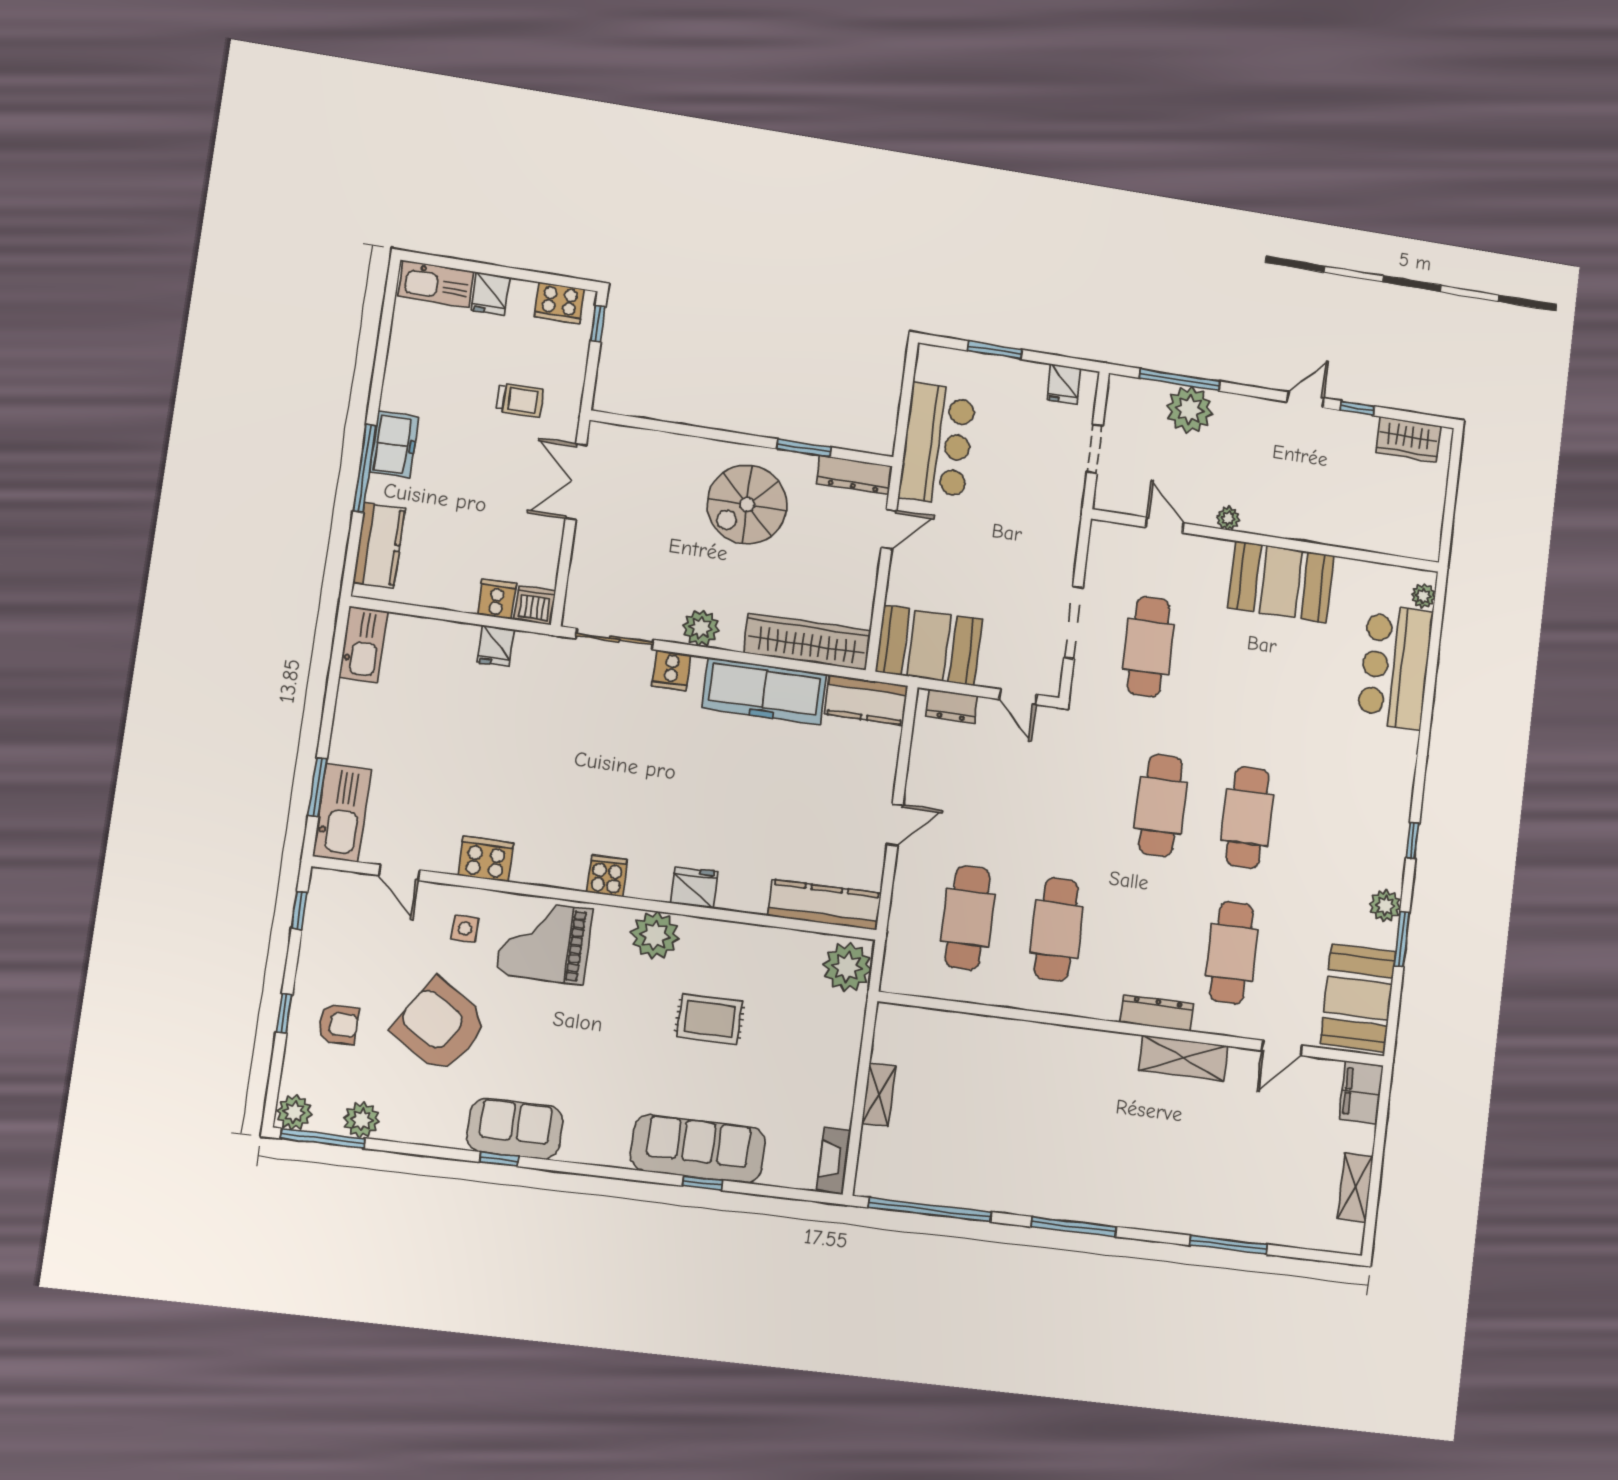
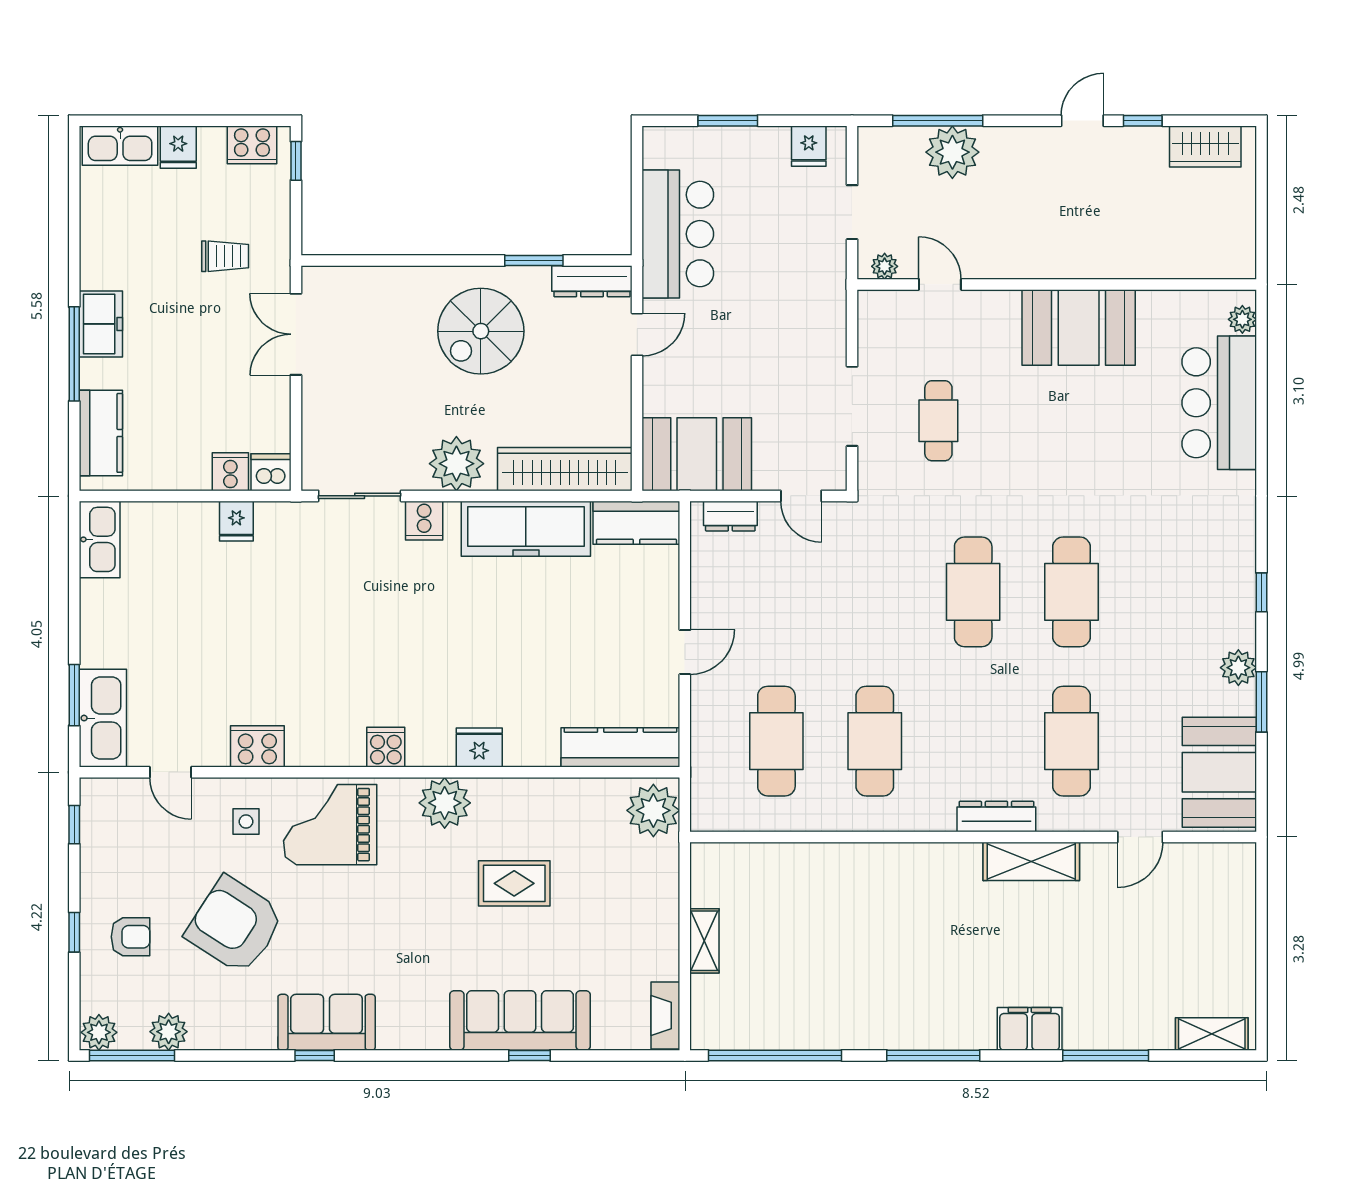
plant: (1228, 518) -> (885, 266), moved
plant: (701, 628) -> (456, 464), width x1.36, depth x1.36
cafe table: (1148, 647) -> (938, 421), width x0.73, depth x0.74
filing cabinet: (1361, 1092) -> (1030, 1029), moved, turned 90
shelving: (1355, 1187) -> (1212, 1034), moved, turned 90

